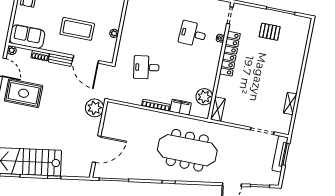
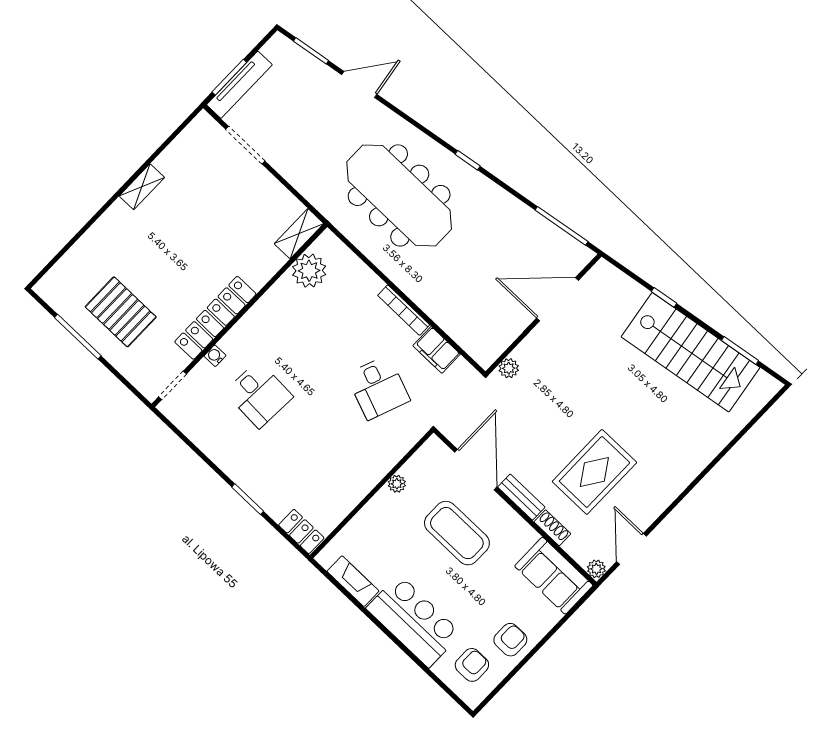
pallet: (270, 32) -> (121, 312), width x1.50, depth x1.42
desk: (146, 67) -> (378, 387), turned 30
rug: (24, 93) -> (594, 472), moved, turned 90
shelving: (290, 104) -> (142, 187), moved
filing cabinet: (181, 107) -> (437, 350), moved
plant: (95, 108) -> (509, 368), width x0.53, depth x0.53

